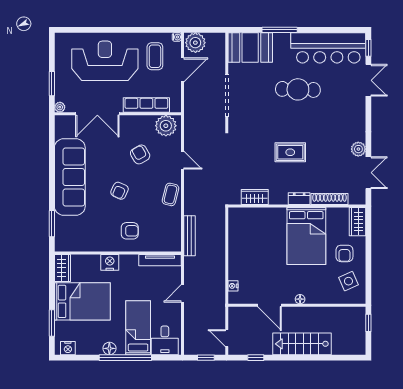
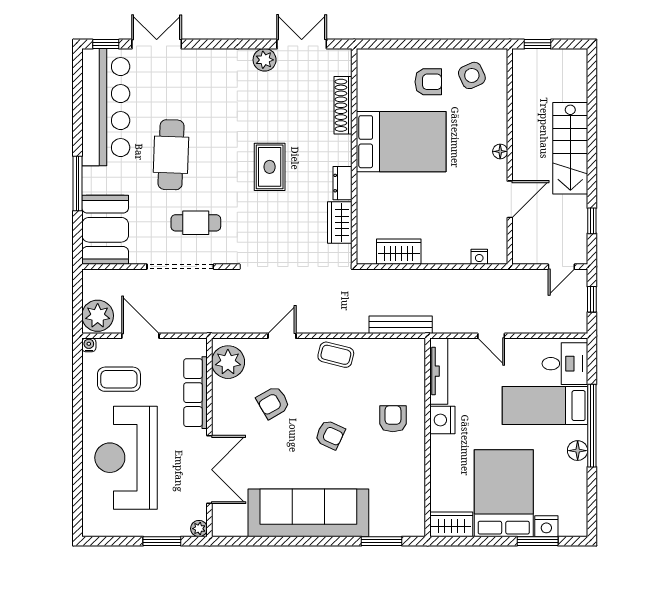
cafe table: (255, 105) -> (196, 223), added
dresser: (299, 199) -> (343, 183), moved
wardrobe: (358, 222) -> (399, 252), moved, turned 180
nightstand: (110, 262) -> (442, 420), moved
nightstand: (68, 348) -> (546, 526), moved, turned 90

